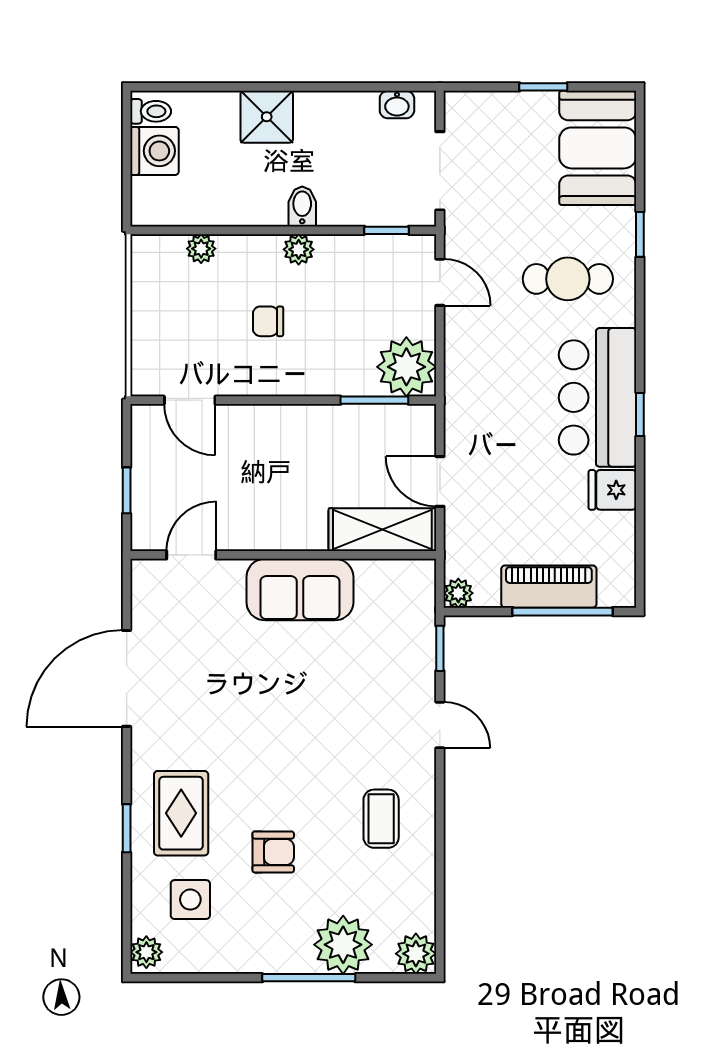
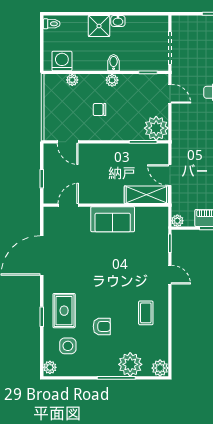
washbasin: (397, 105) -> (118, 21), moved
washing machine: (155, 151) -> (62, 61), moved, turned -90

